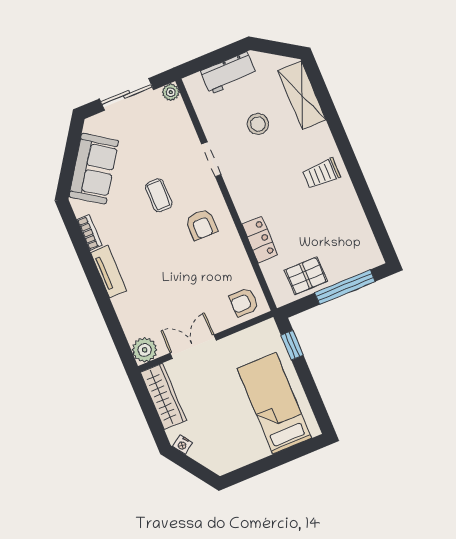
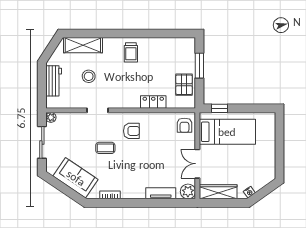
tv unit: (109, 271) -> (161, 193), moved
window: (345, 287) -> (199, 66), width x0.69
bed: (274, 403) -> (227, 132), moved, turned 180

